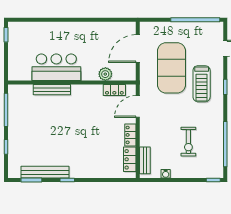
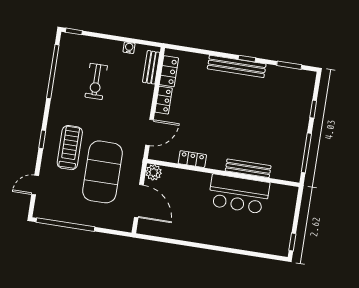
door: (138, 49) -> (139, 201), hinge flipped
plant: (105, 74) -> (154, 172), moved
locker: (114, 90) -> (192, 159), moved
exercise bike: (188, 142) -> (96, 81), turned 180
bench: (45, 172) -> (237, 66), moved

